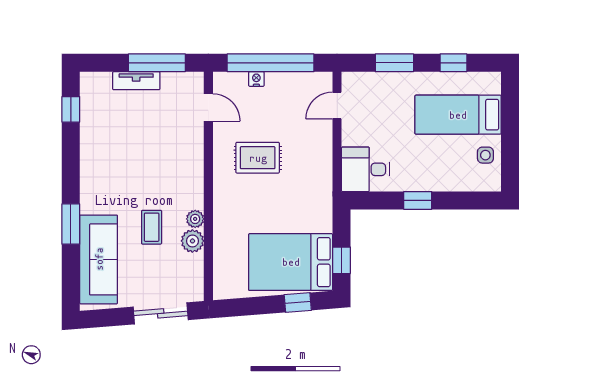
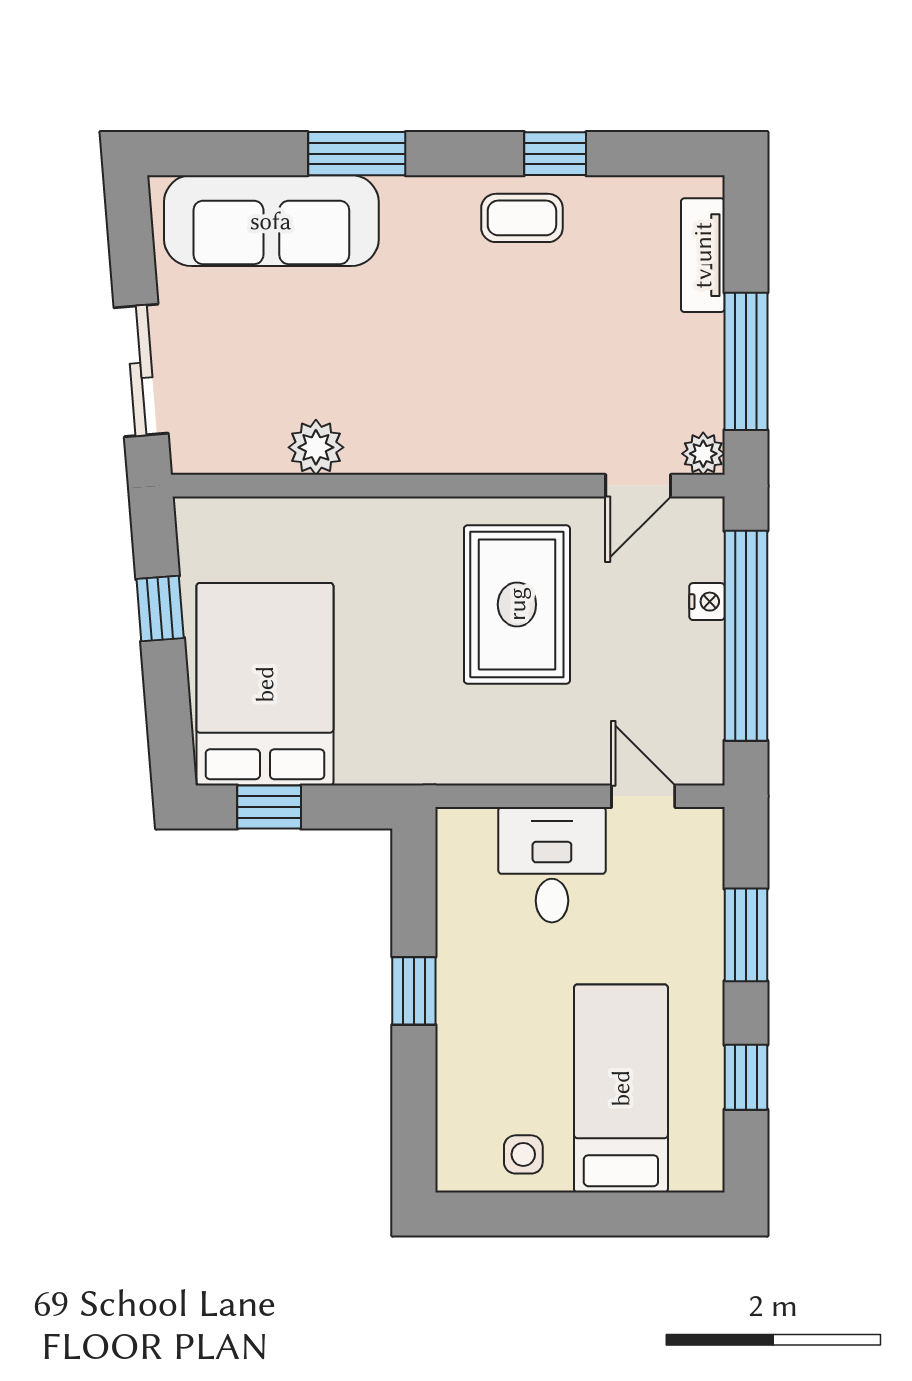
tv unit: (136, 81) -> (703, 255), moved
window: (71, 109) -> (555, 154), moved
rug: (258, 158) -> (517, 604), width x1.36, depth x1.43
desk: (365, 169) -> (552, 865), moved
plant: (195, 219) -> (703, 454), moved
coffee table: (152, 227) -> (522, 218), moved
window: (298, 302) -> (160, 608), moved

